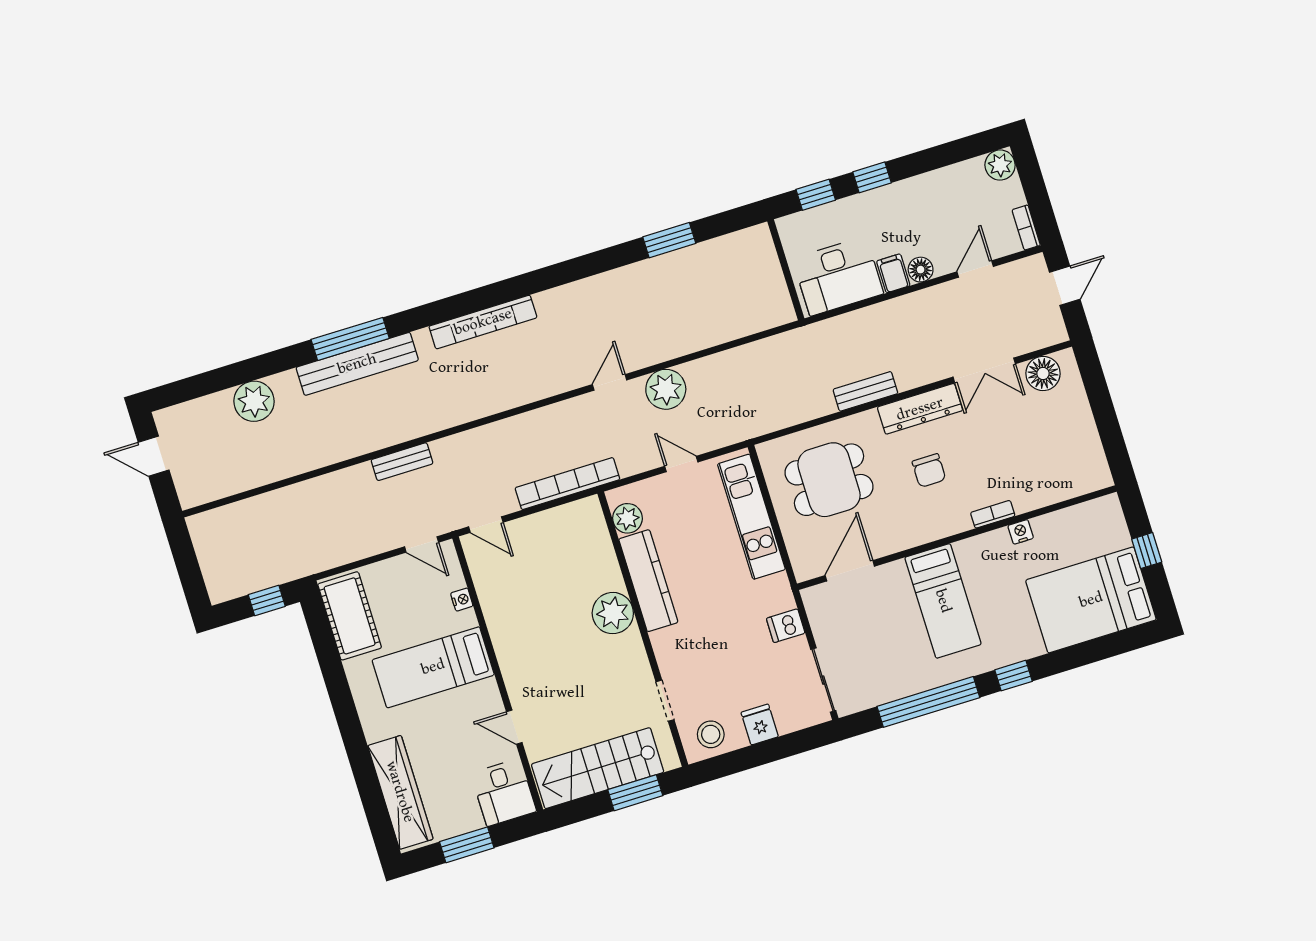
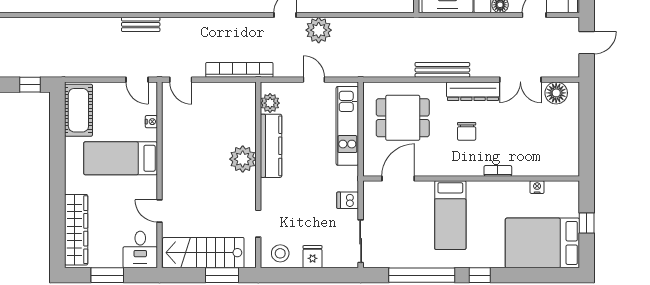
bench: (865, 391) -> (442, 70), width x1.36
nightstand: (1021, 532) -> (537, 187), moved

